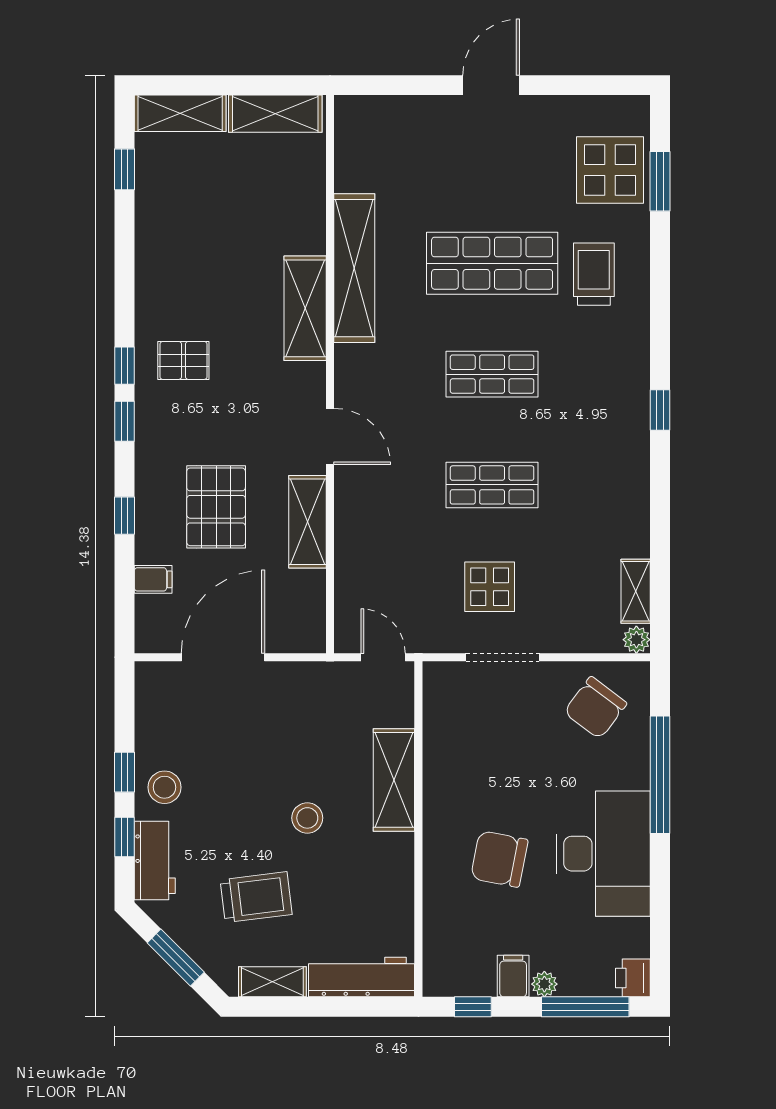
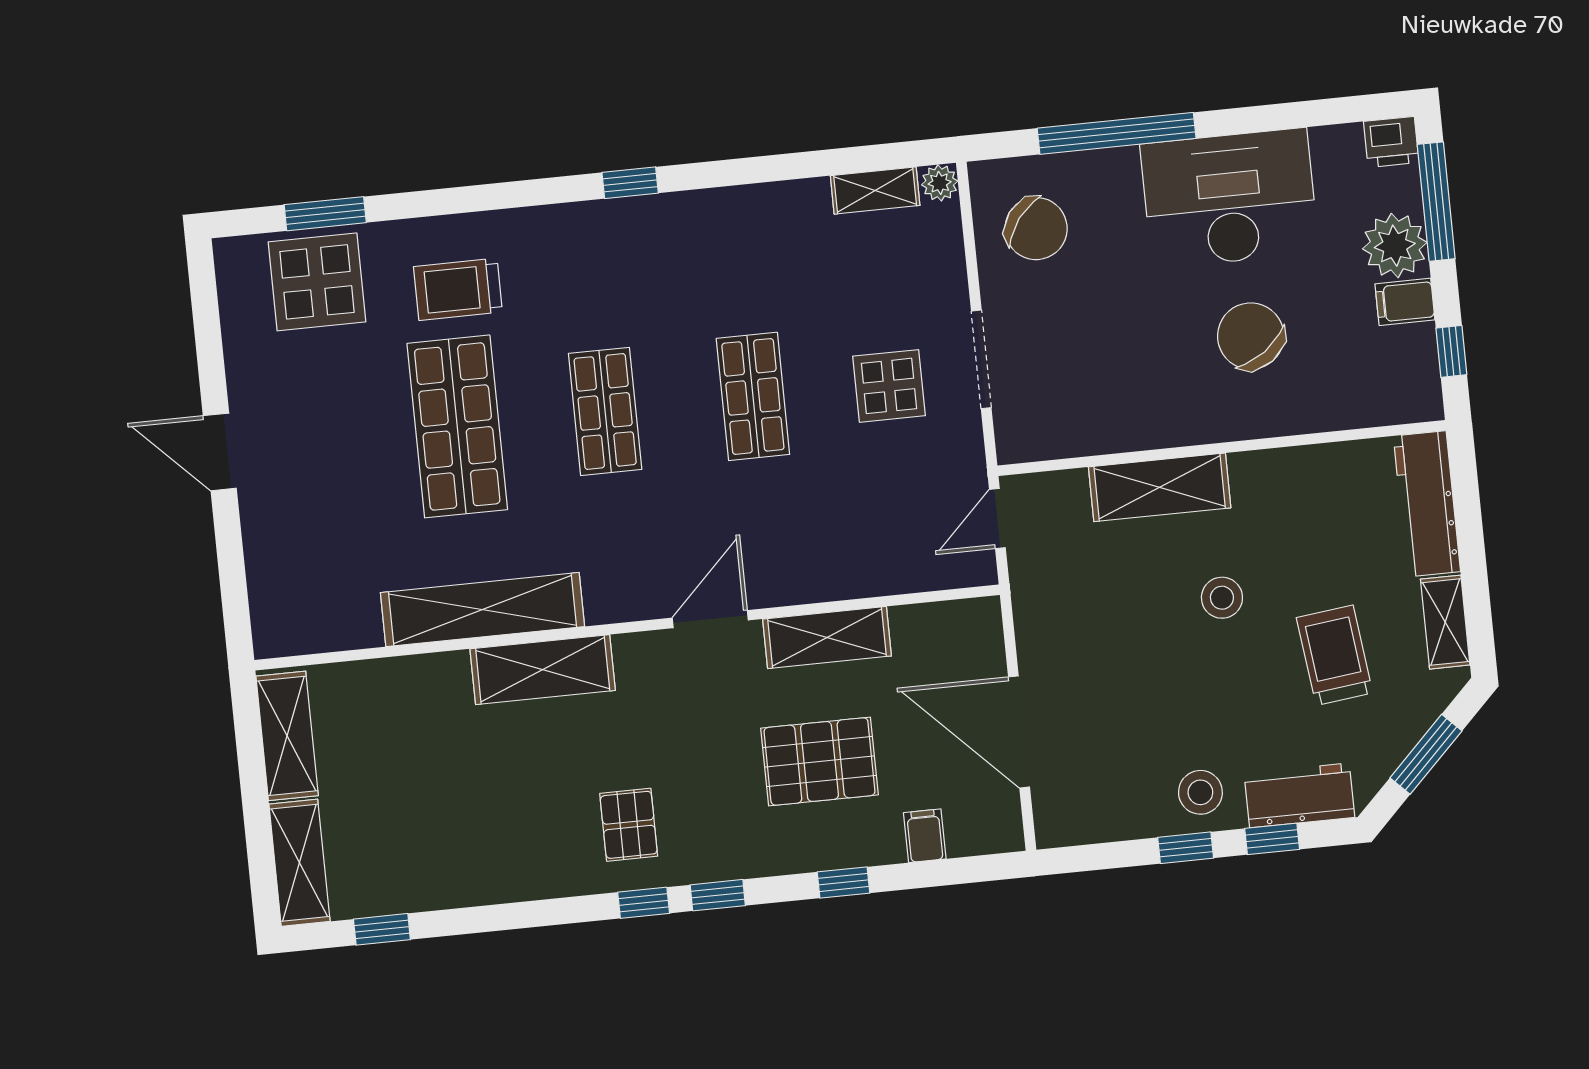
chair: (499, 859) -> (1251, 336), turned 133
plant: (544, 984) -> (1395, 246), width x1.88, depth x1.88

